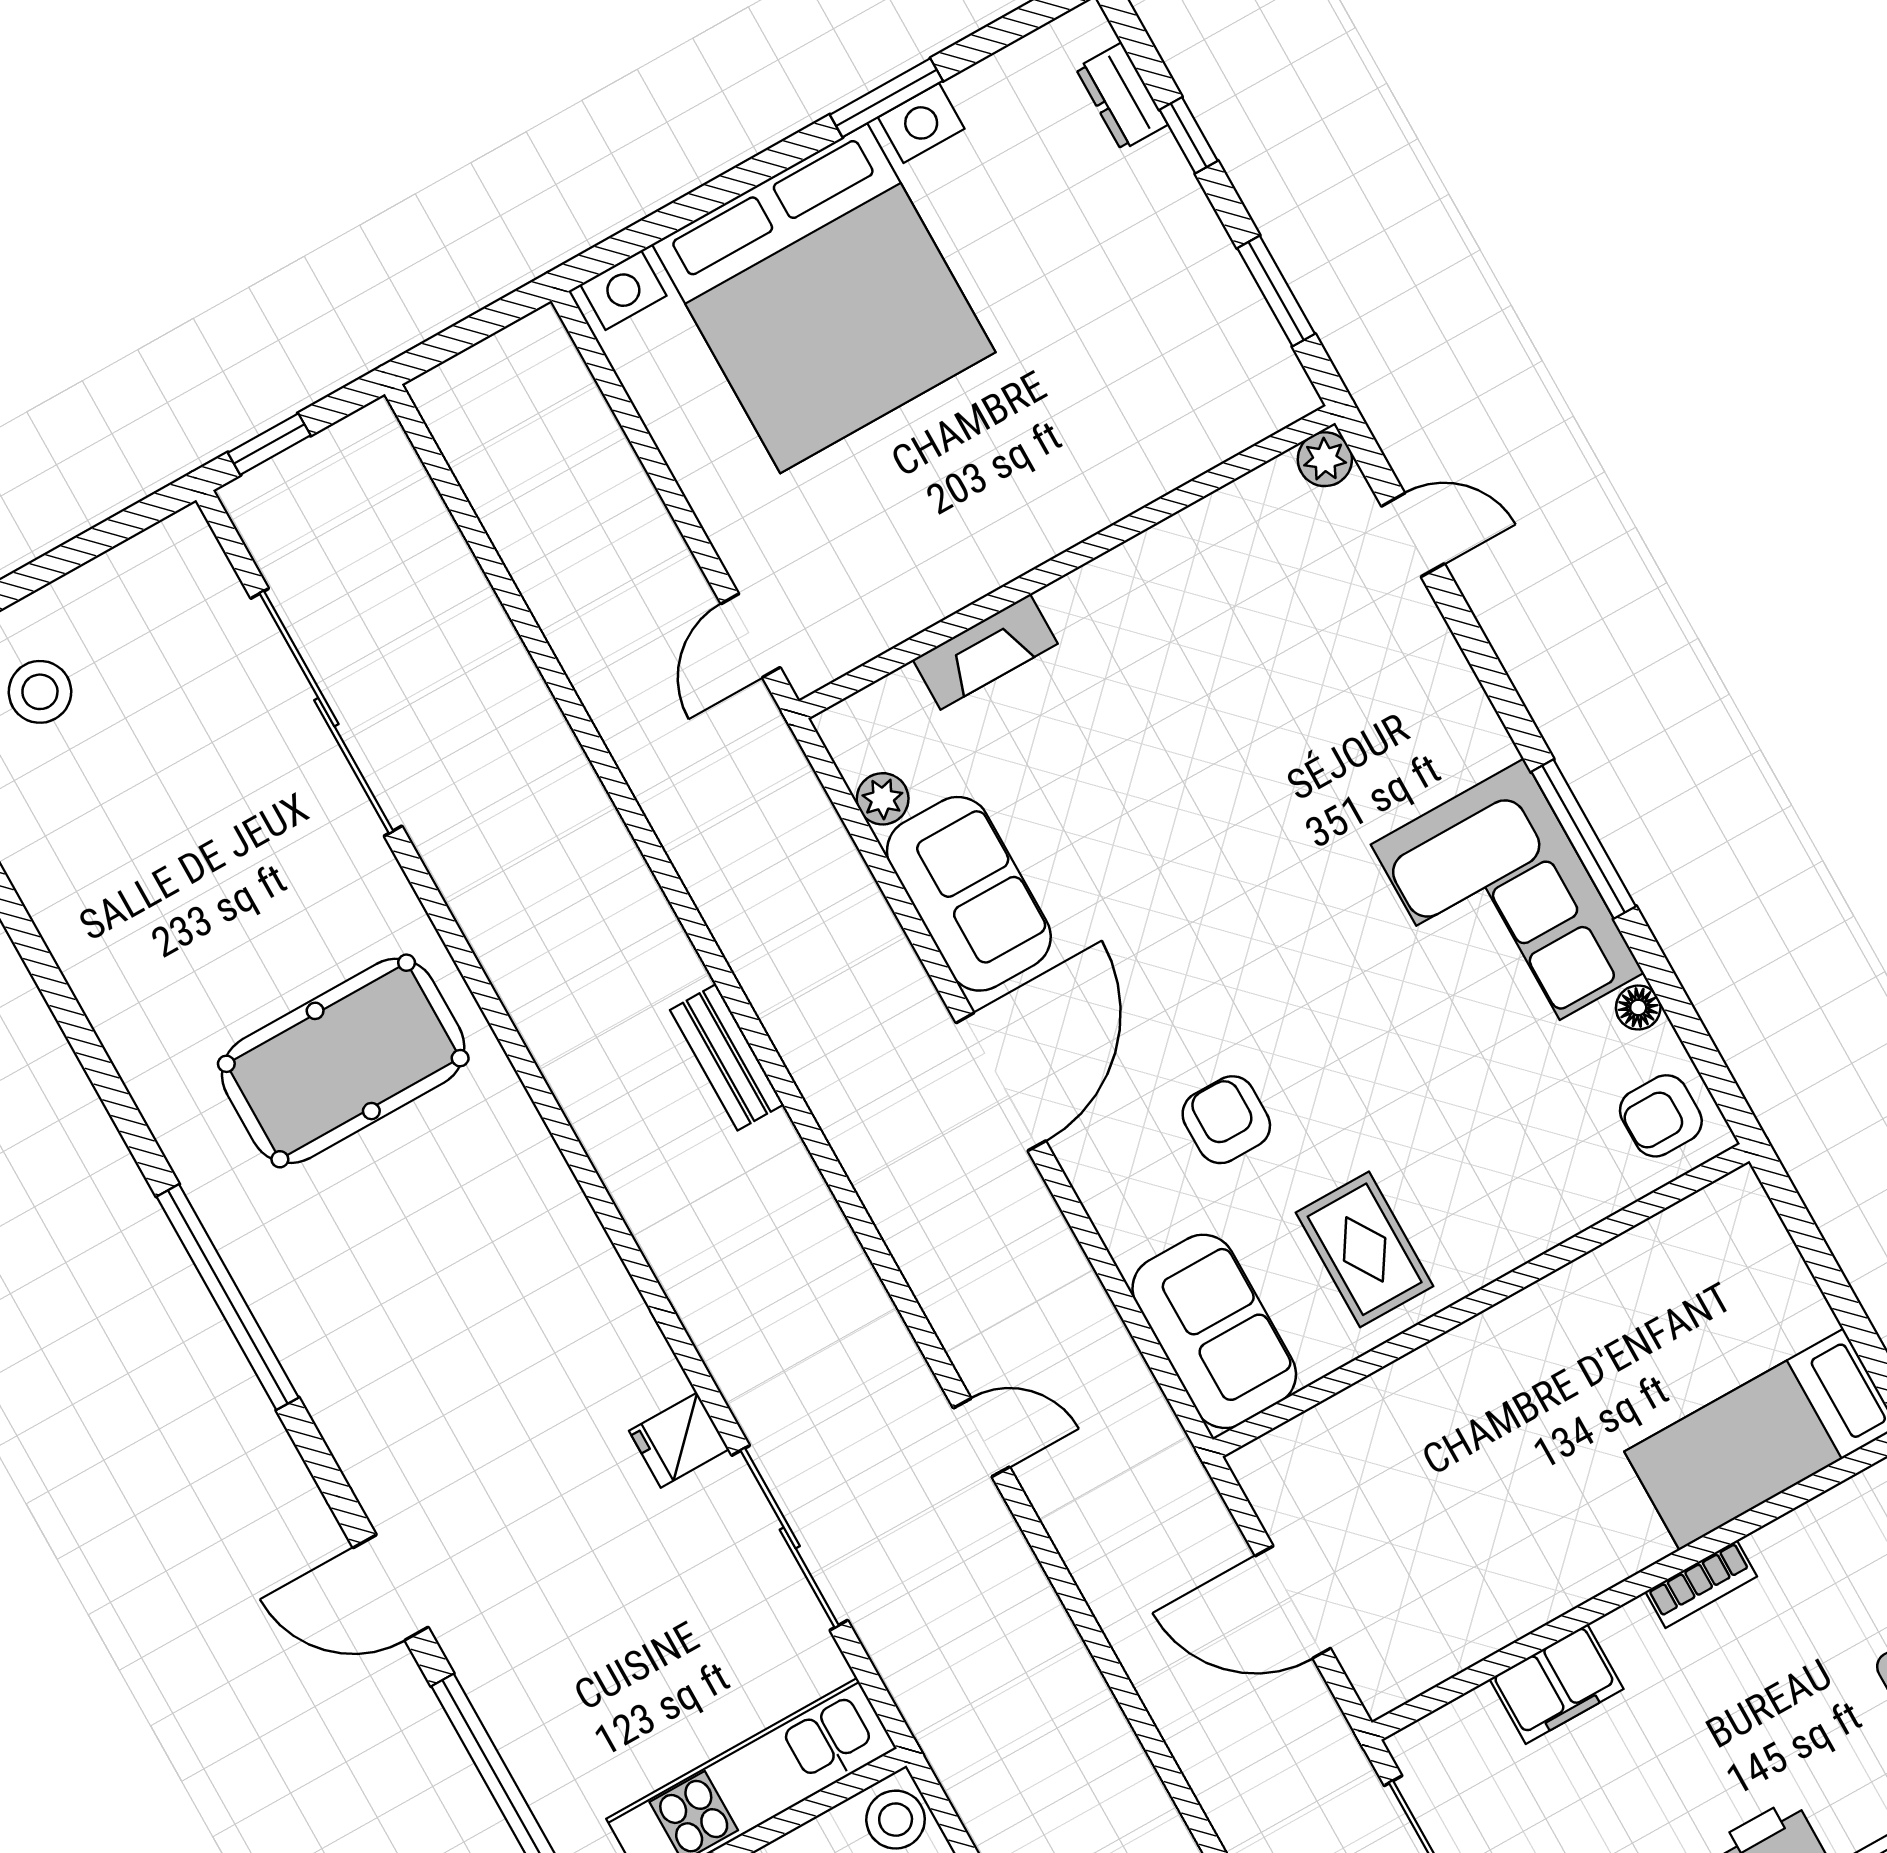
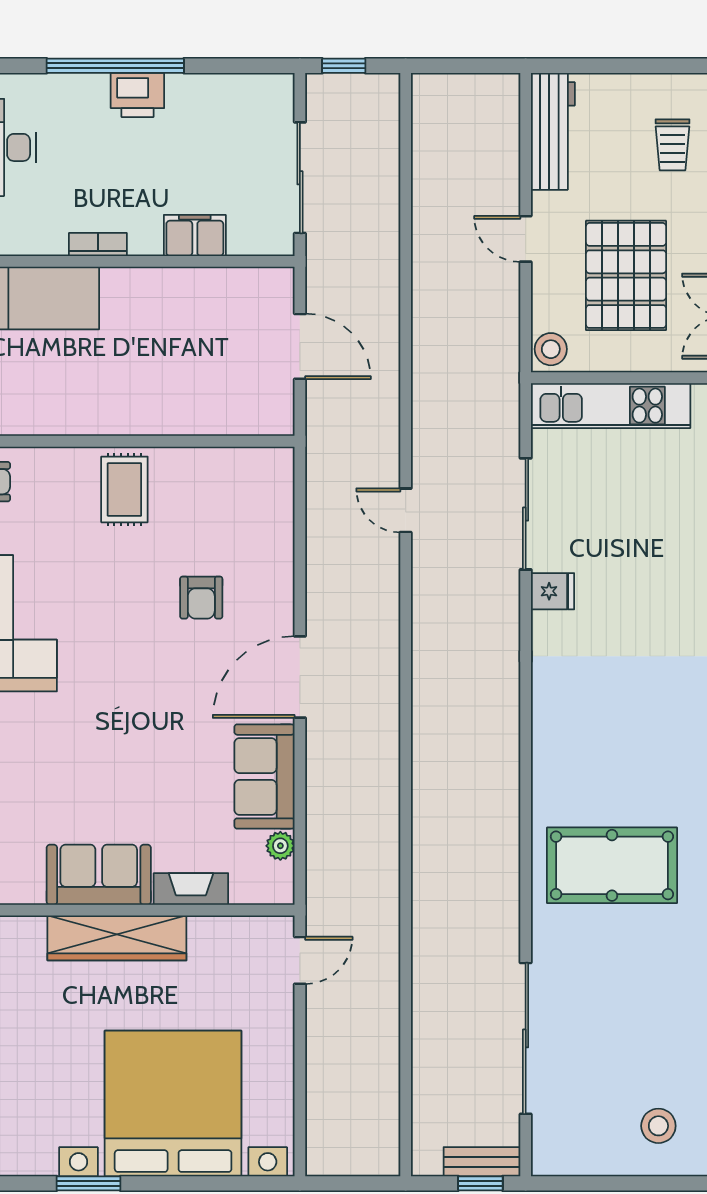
wardrobe: (1058, 509) -> (117, 938), added
bench: (727, 1057) -> (482, 1162), moved, turned 90
rug: (1365, 1249) -> (124, 489), moved
sofa: (1214, 1331) -> (99, 875), moved, turned 90

